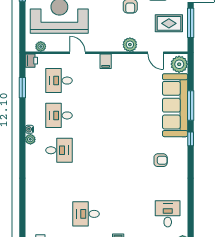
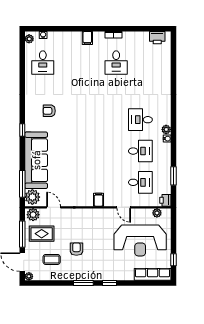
plant: (130, 45) -> (33, 215), moved
window: (191, 105) -> (22, 184), moved
desk: (86, 214) -> (116, 63), turned 90

